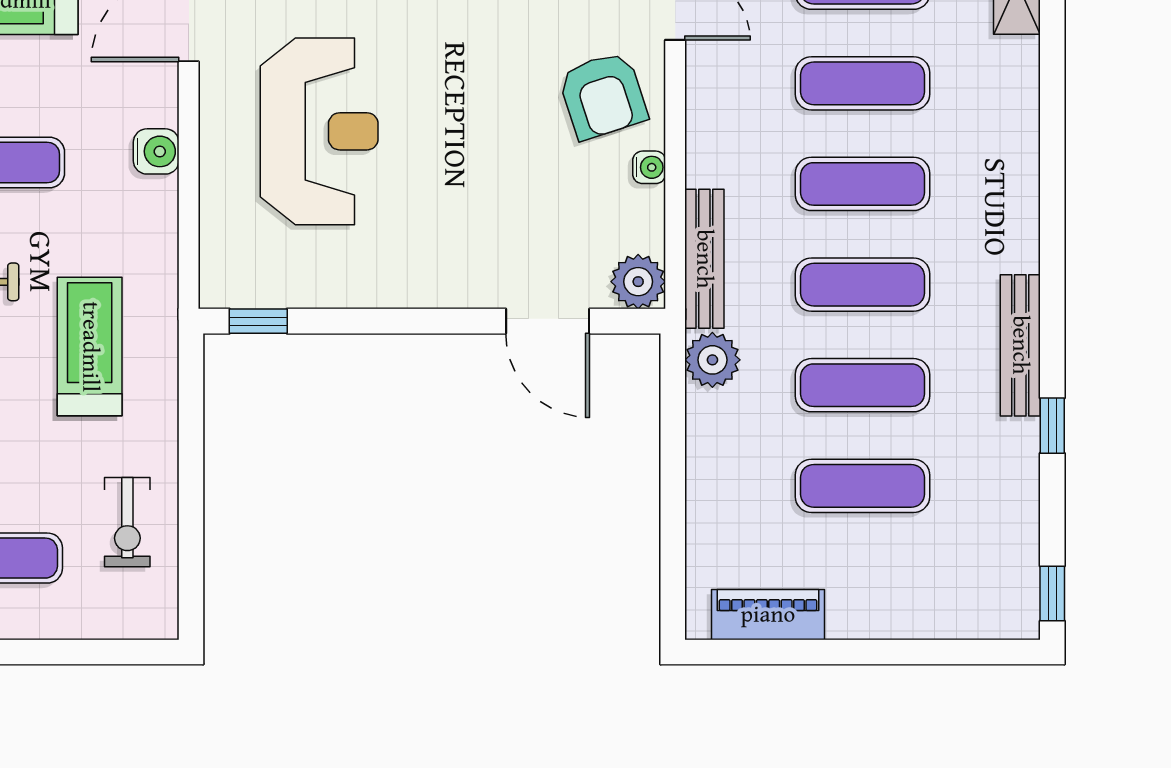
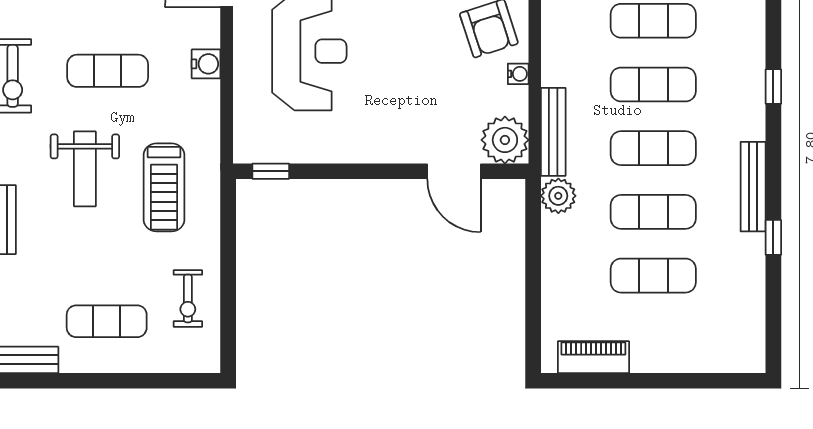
plant: (638, 282) -> (505, 140), width x1.36, depth x1.36
treadmill: (90, 347) -> (164, 187), turned 180
window: (1052, 594) -> (773, 87), moved

